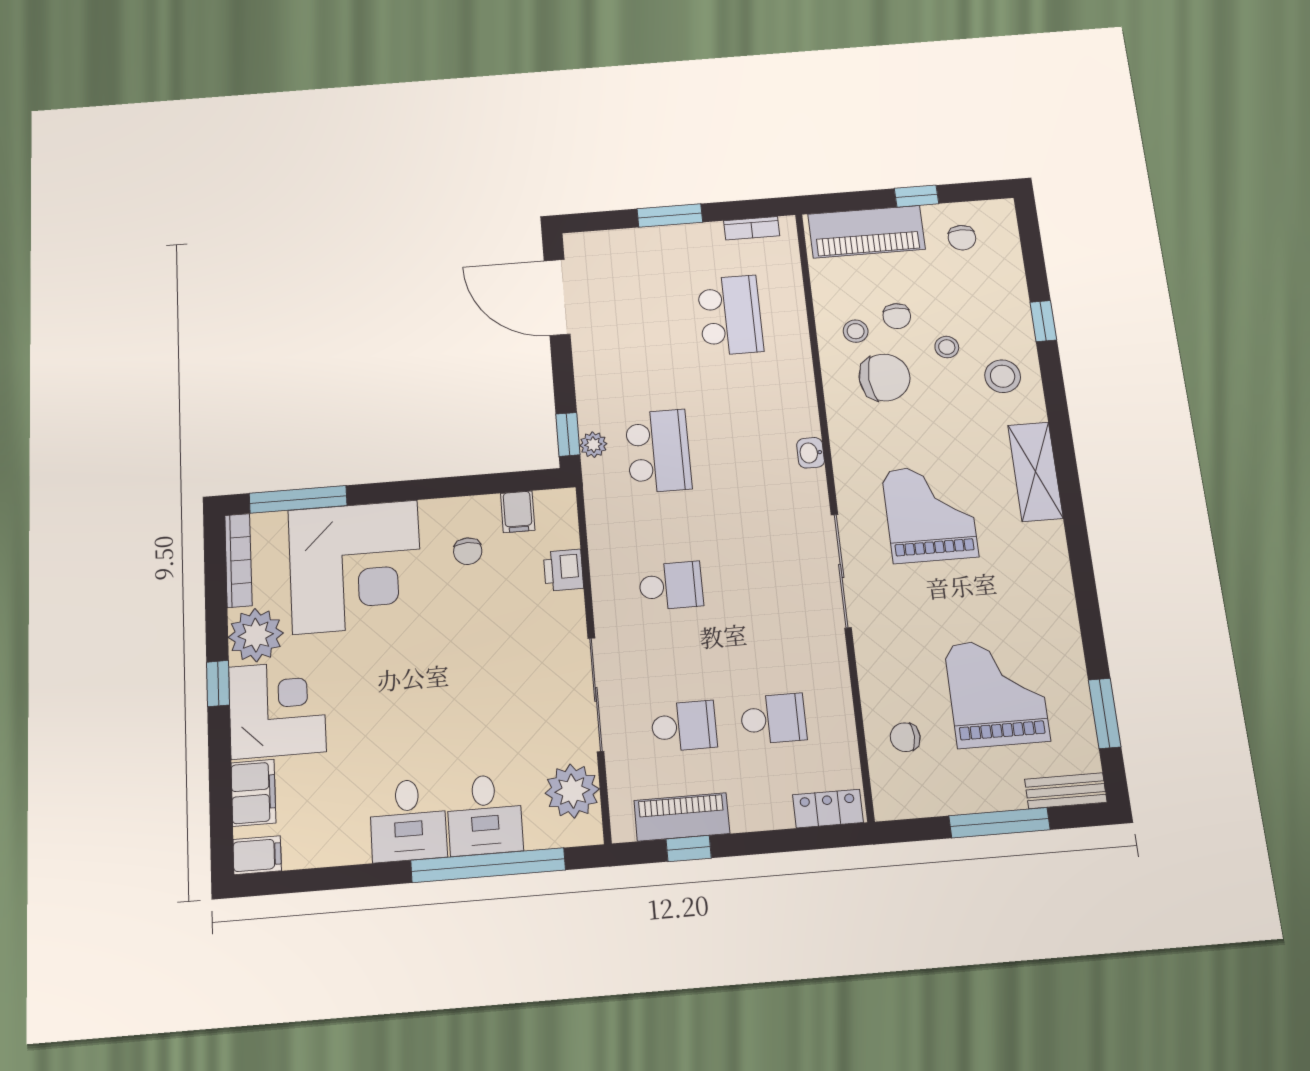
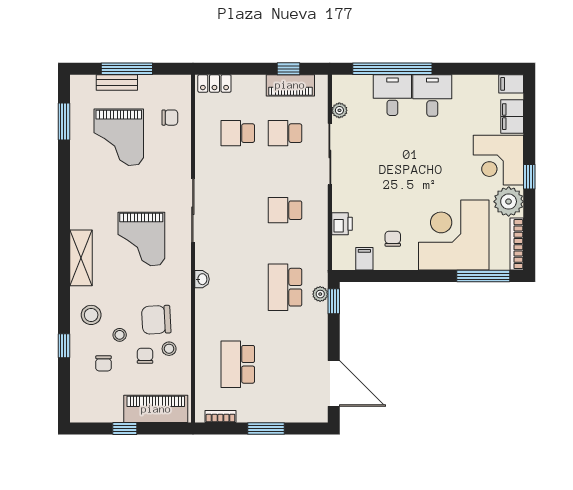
chair: (962, 238) -> (103, 363), moved, turned 180
plant: (572, 791) -> (339, 110), width x0.53, depth x0.53
bench: (1066, 791) -> (117, 82), moved

